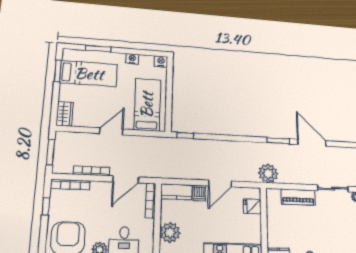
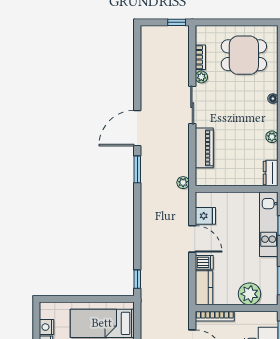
nightstand: (161, 61) -> (47, 327), moved
plant: (268, 173) -> (183, 183), width x0.53, depth x0.53
fridge: (252, 206) -> (205, 216), moved, turned -90

